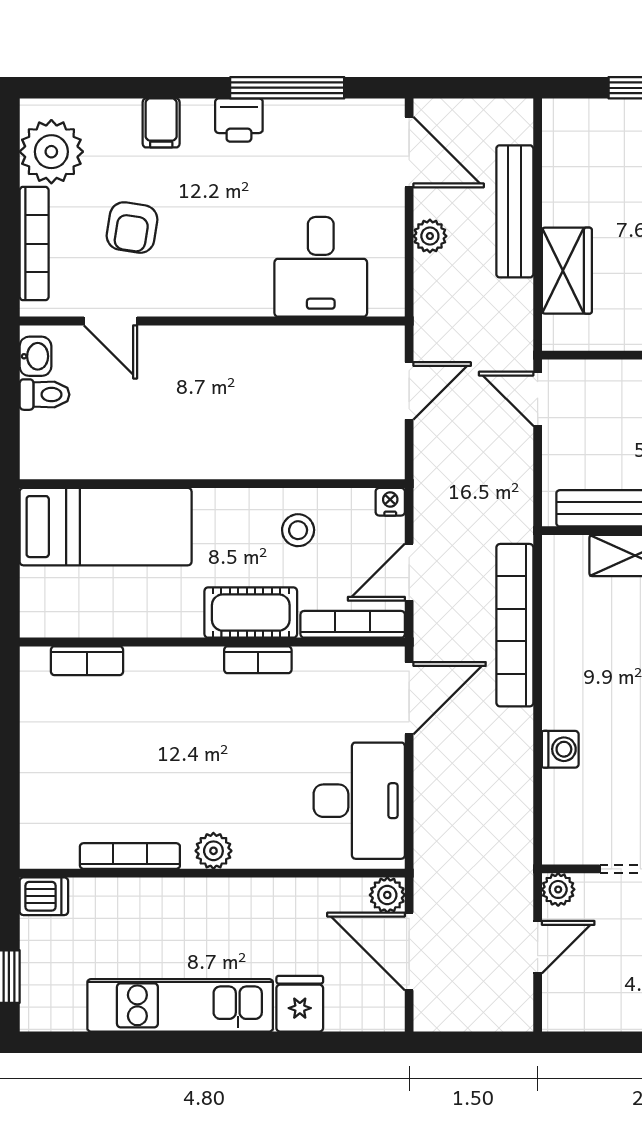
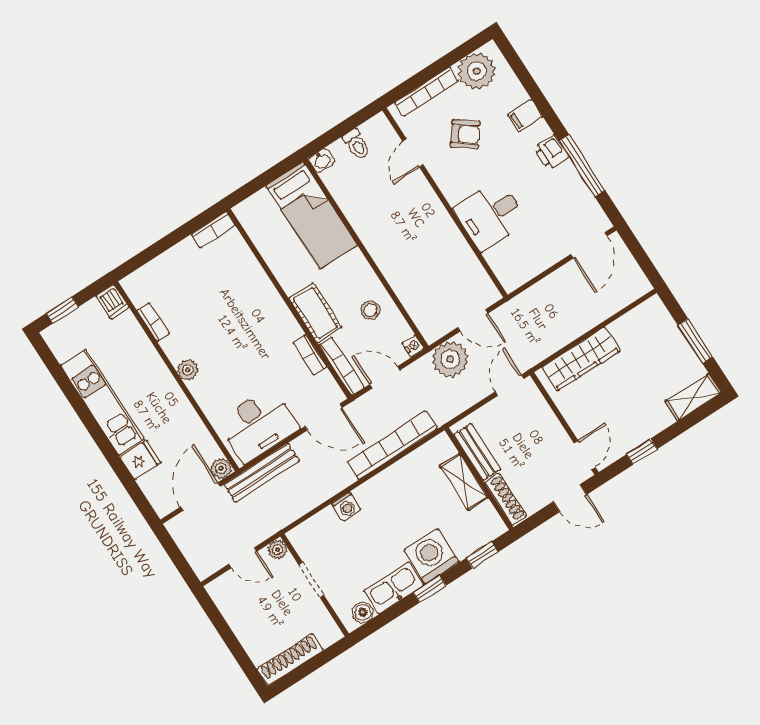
bench: (515, 211) -> (262, 473), moved
armchair: (132, 228) -> (465, 134), turned -152
plant: (430, 236) -> (450, 359), moved, width x1.88, depth x1.88
desk: (321, 267) -> (490, 215), moved
wardrobe: (567, 271) -> (581, 359), width x1.50
washbasin: (35, 356) -> (322, 160), moved
bookcase: (258, 660) -> (310, 355), moved
bookcase: (87, 661) -> (213, 230), moved, turned -90
bookcase: (130, 856) -> (153, 322), width x0.64

